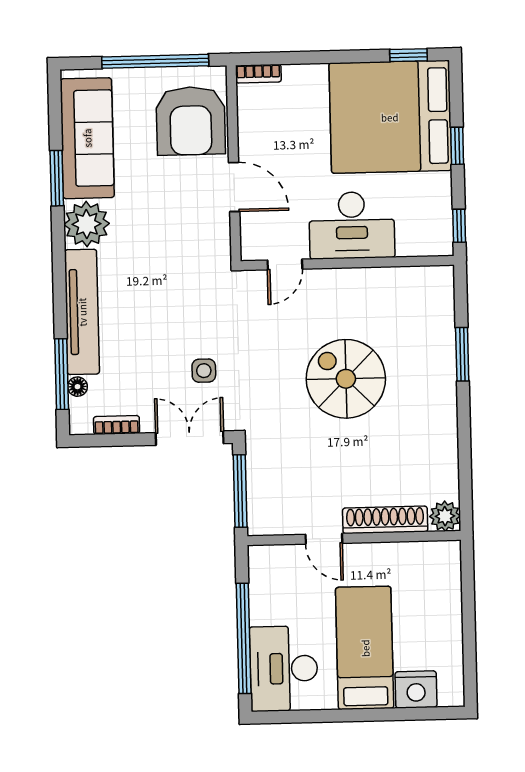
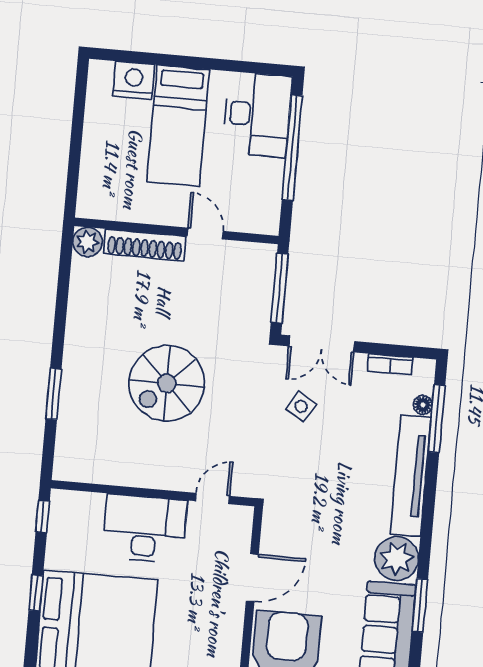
door: (234, 187) -> (252, 578), swing flipped
side table: (204, 371) -> (301, 406), turned 31
spiral stairs: (346, 379) -> (167, 383), turned 90

